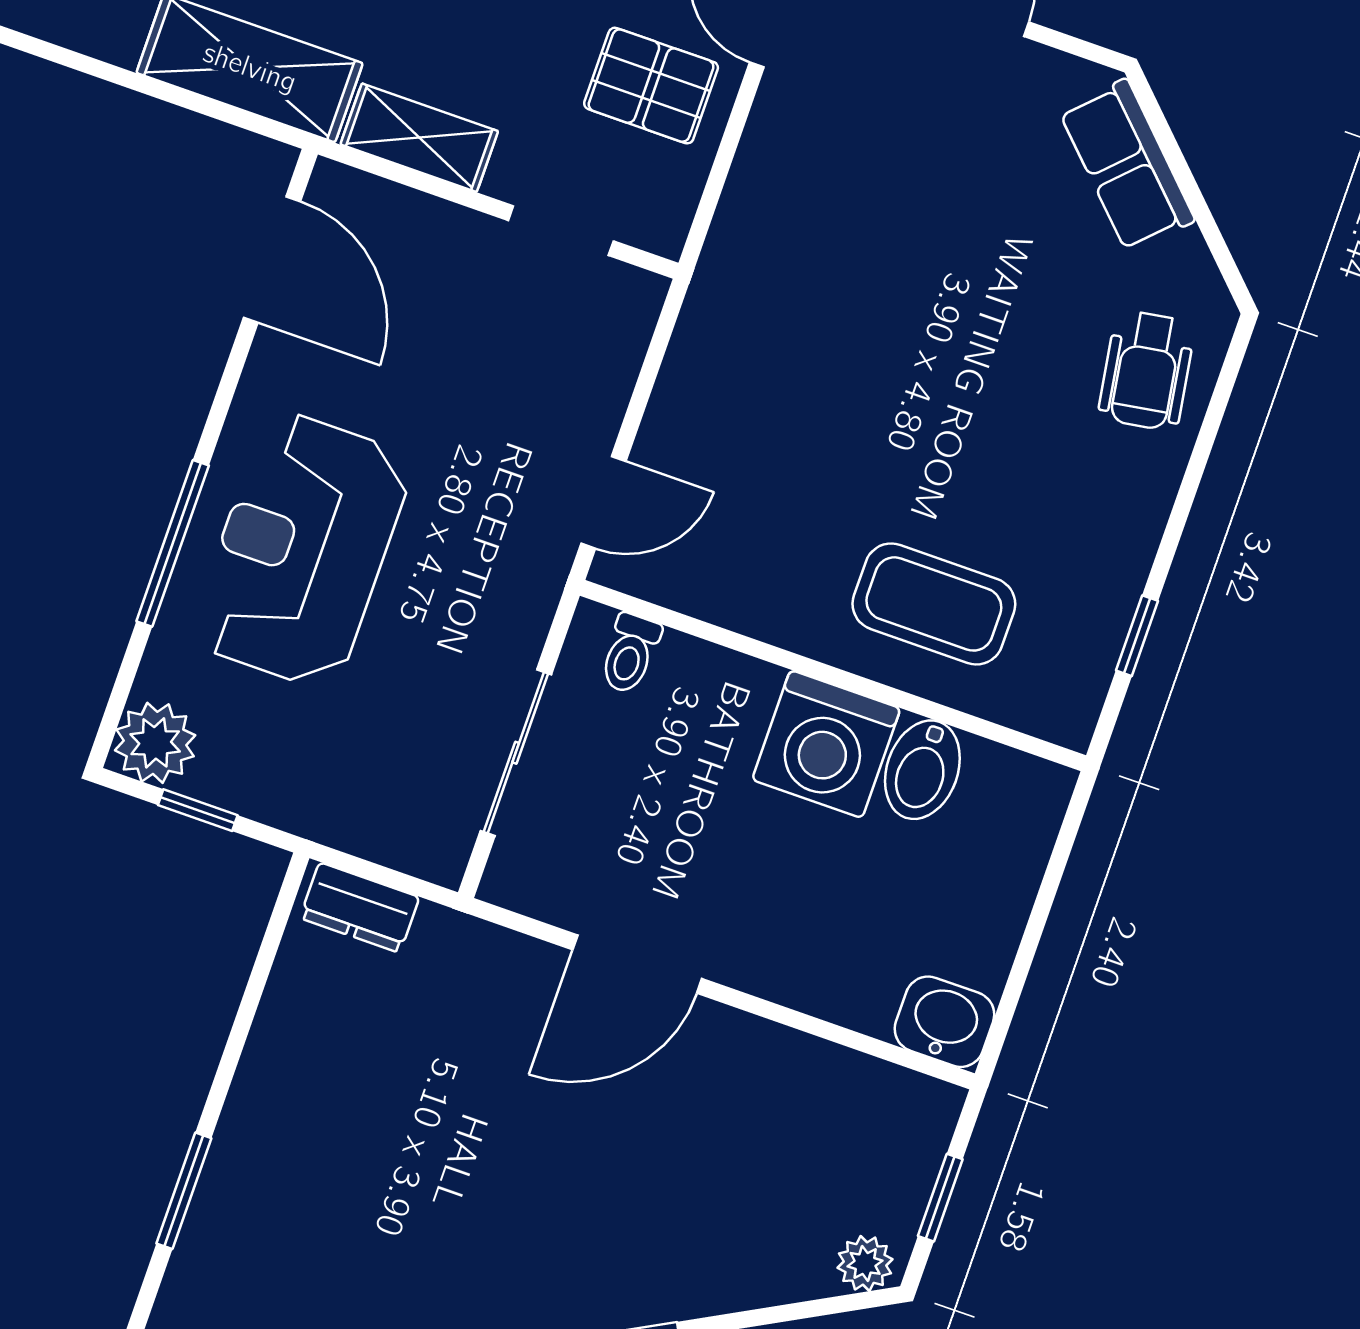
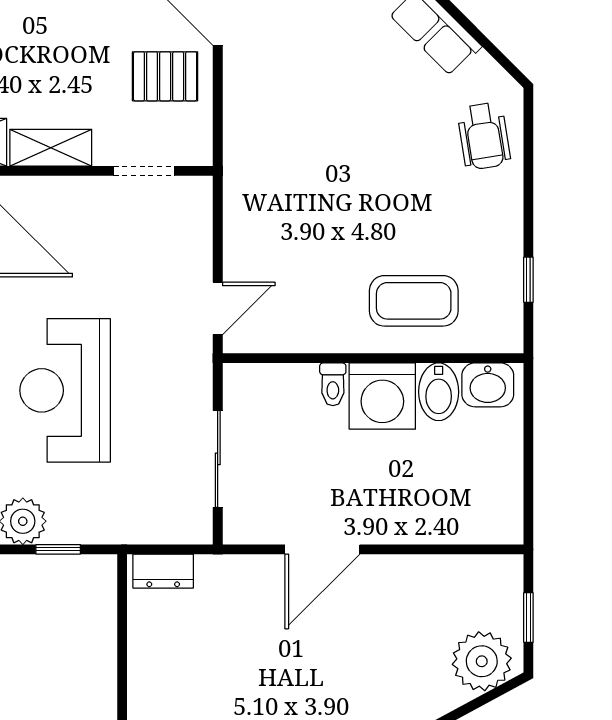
toilet: (630, 653) -> (333, 384), moved
washbasin: (944, 1022) -> (488, 385), moved, turned 180
plant: (865, 1263) -> (482, 661), width x1.87, depth x1.87

